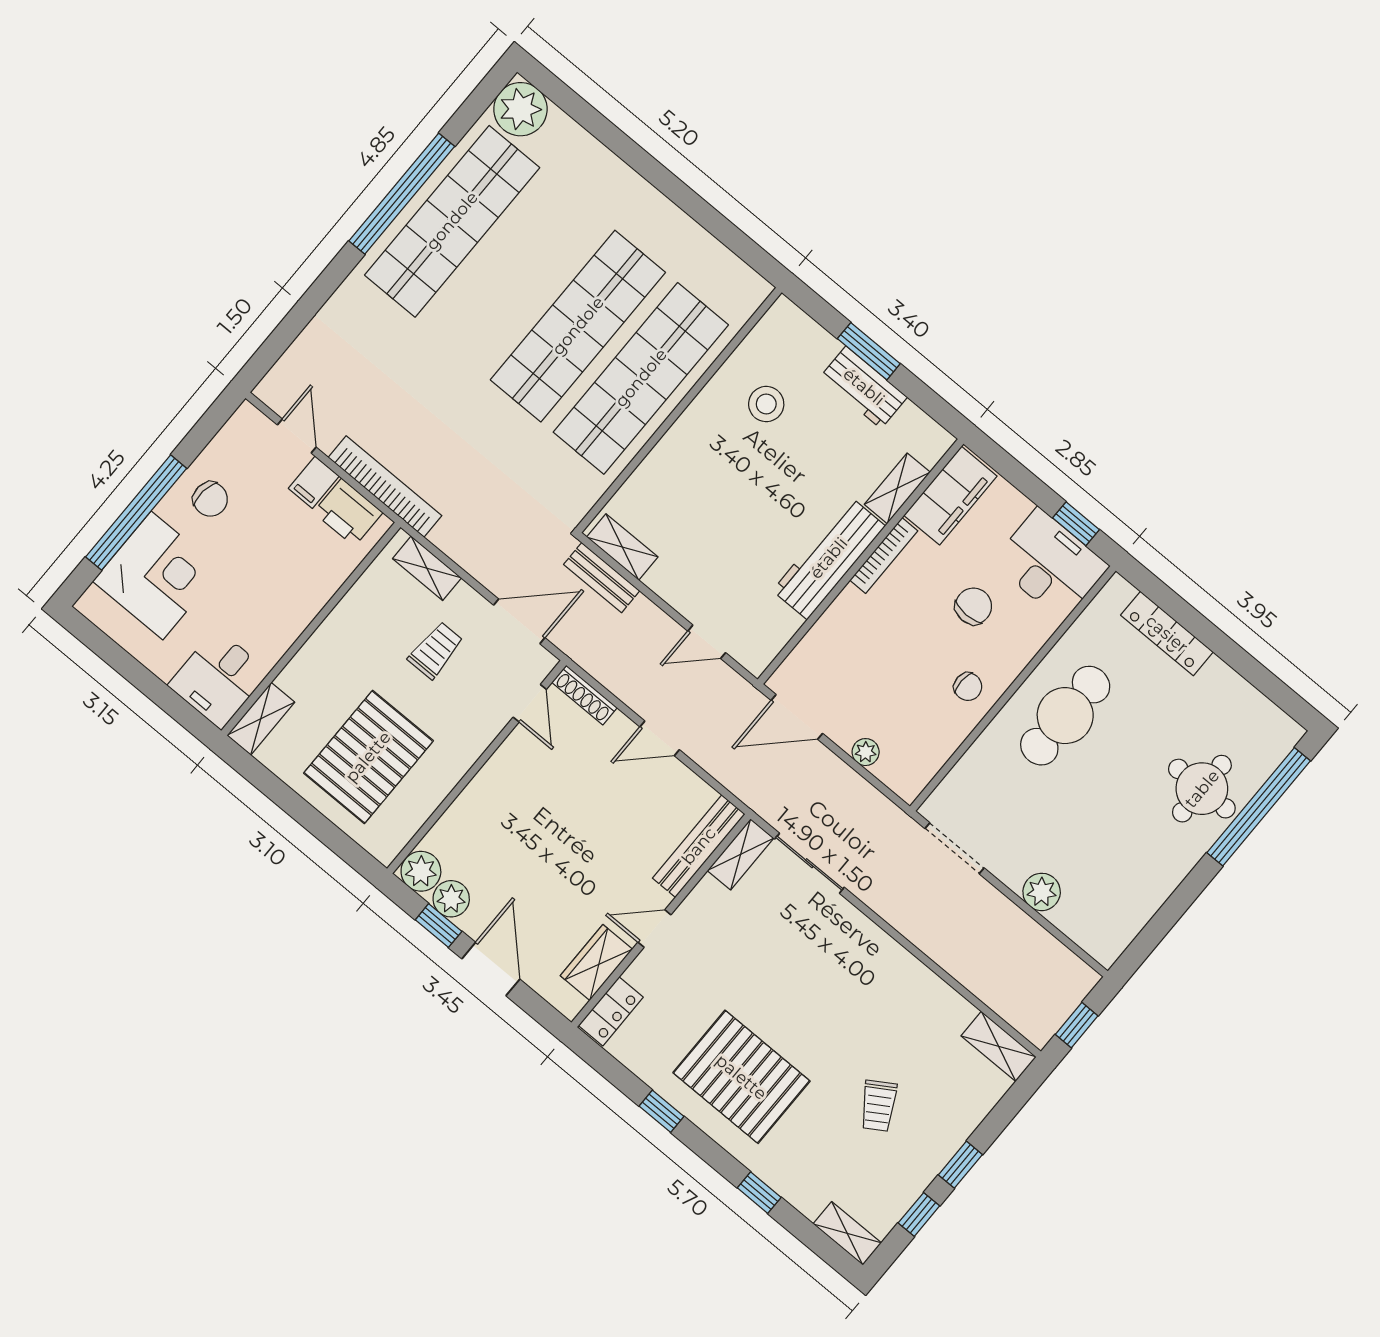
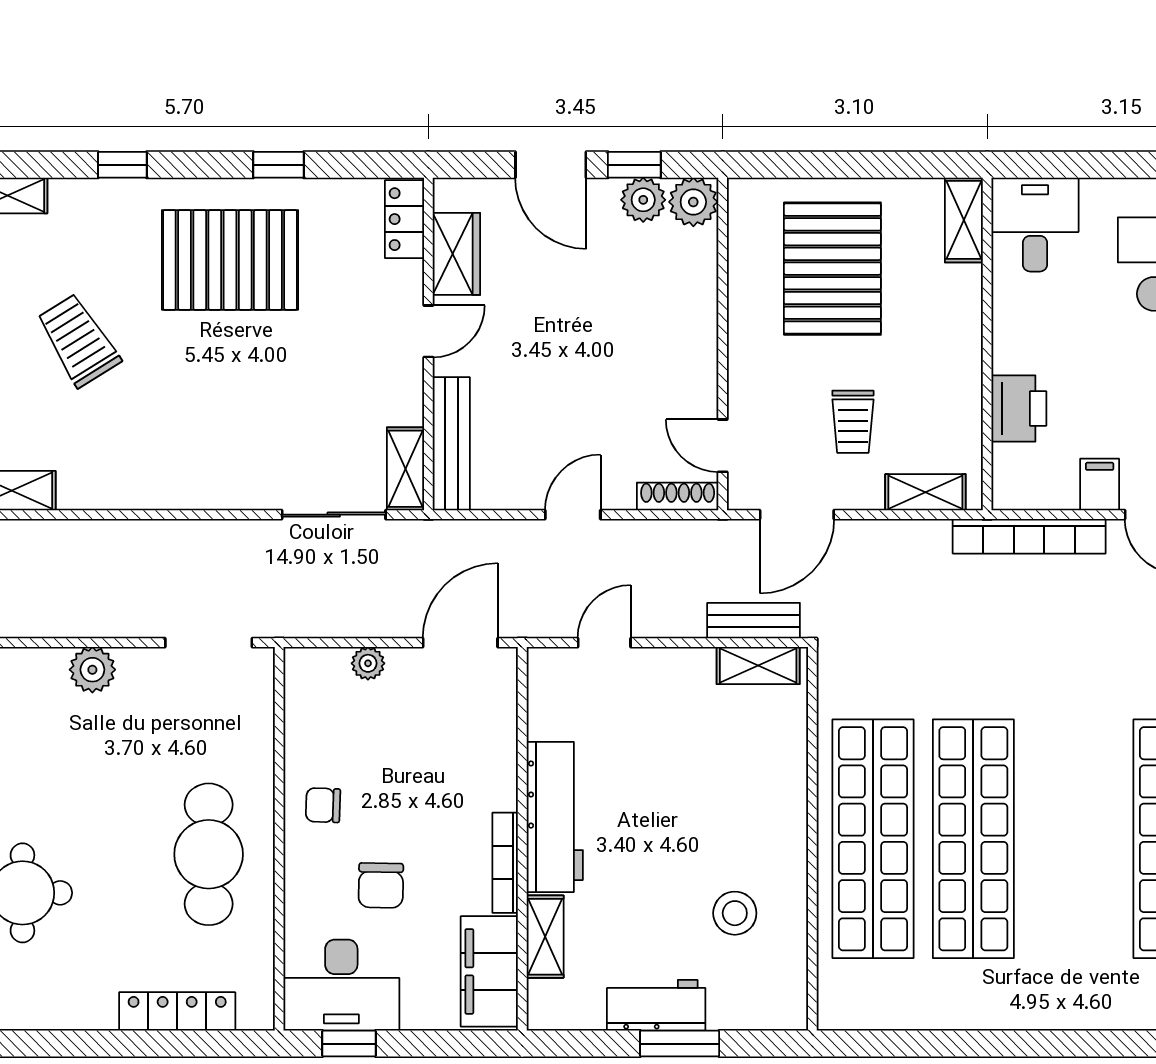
printer: (348, 512) -> (1019, 408), moved, turned 90
trolley: (878, 1106) -> (78, 340), width x1.36, depth x1.39

